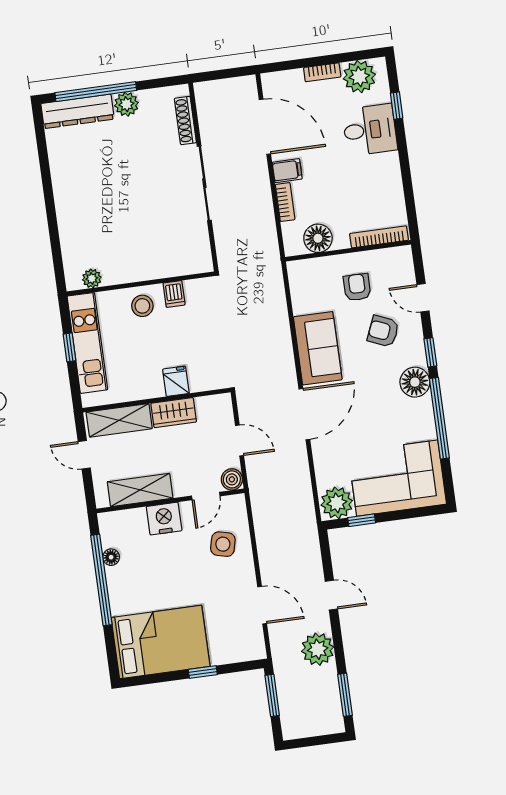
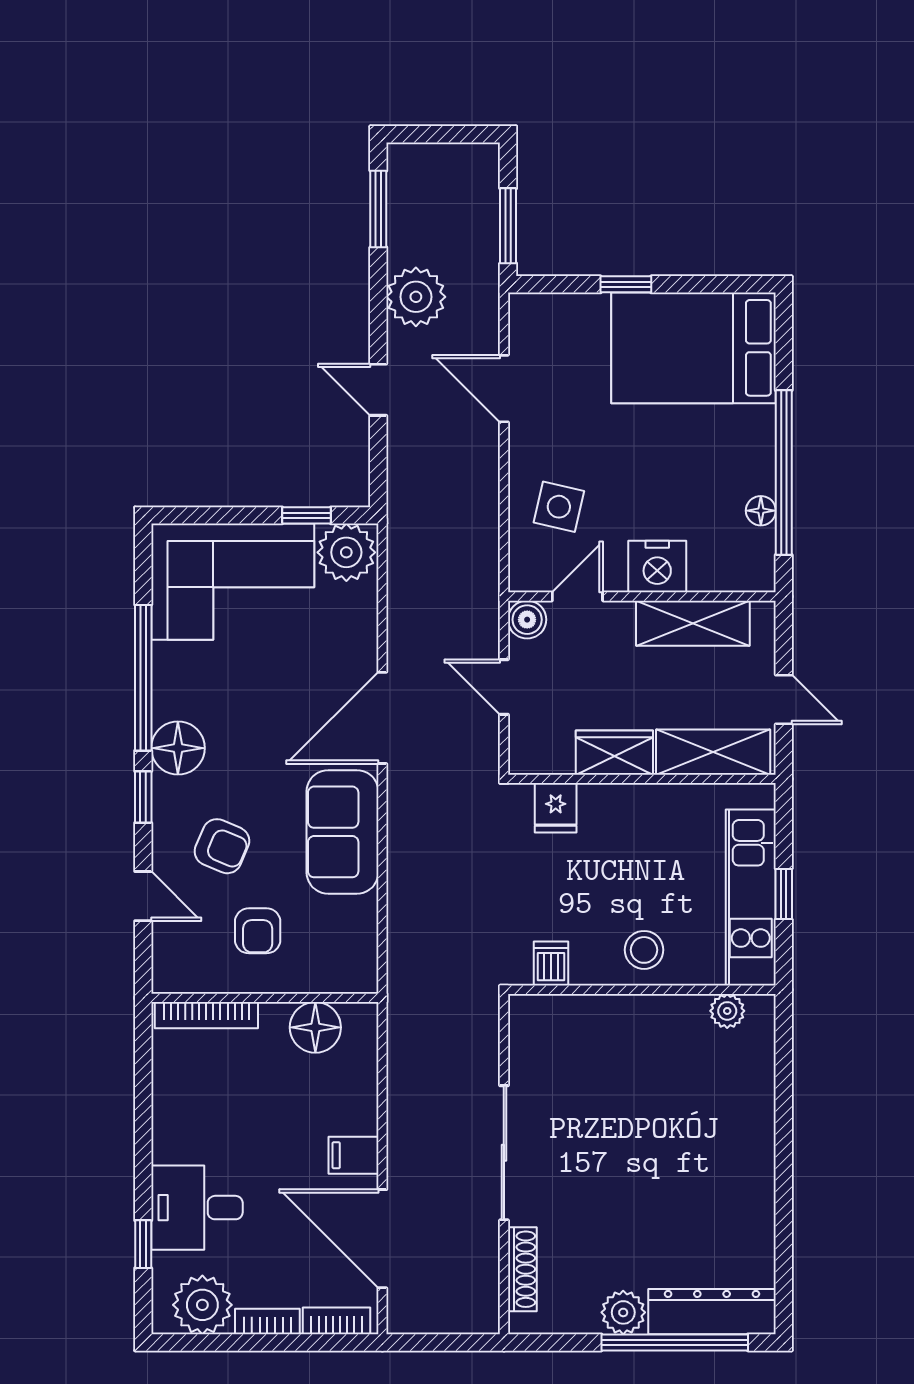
bookcase: (285, 202) -> (337, 1321), moved, turned 90
dishwasher: (174, 294) -> (551, 964), moved
fridge: (176, 381) -> (556, 808), moved

